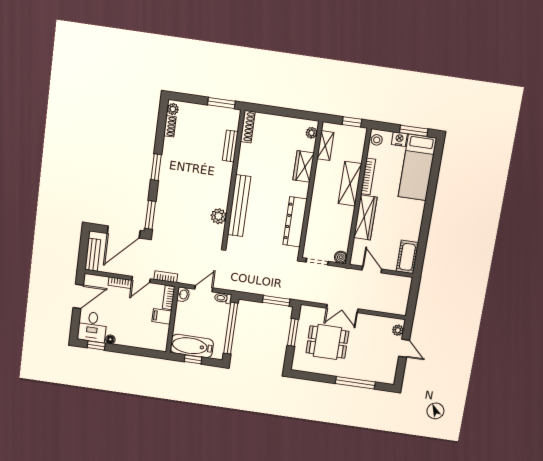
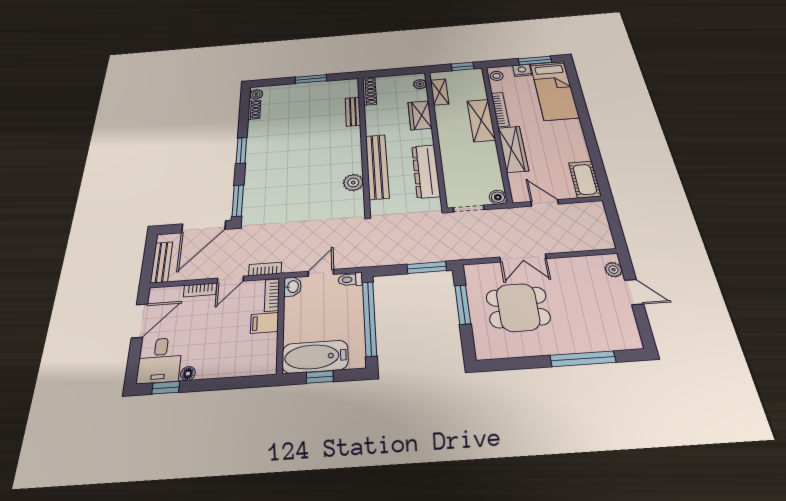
shoe rack: (248, 127) -> (369, 91), moved
bench: (230, 146) -> (353, 112), moved
wall: (233, 179) -> (364, 141), moved
bench: (239, 206) -> (377, 166), moved
plant: (219, 216) -> (353, 183), moved

